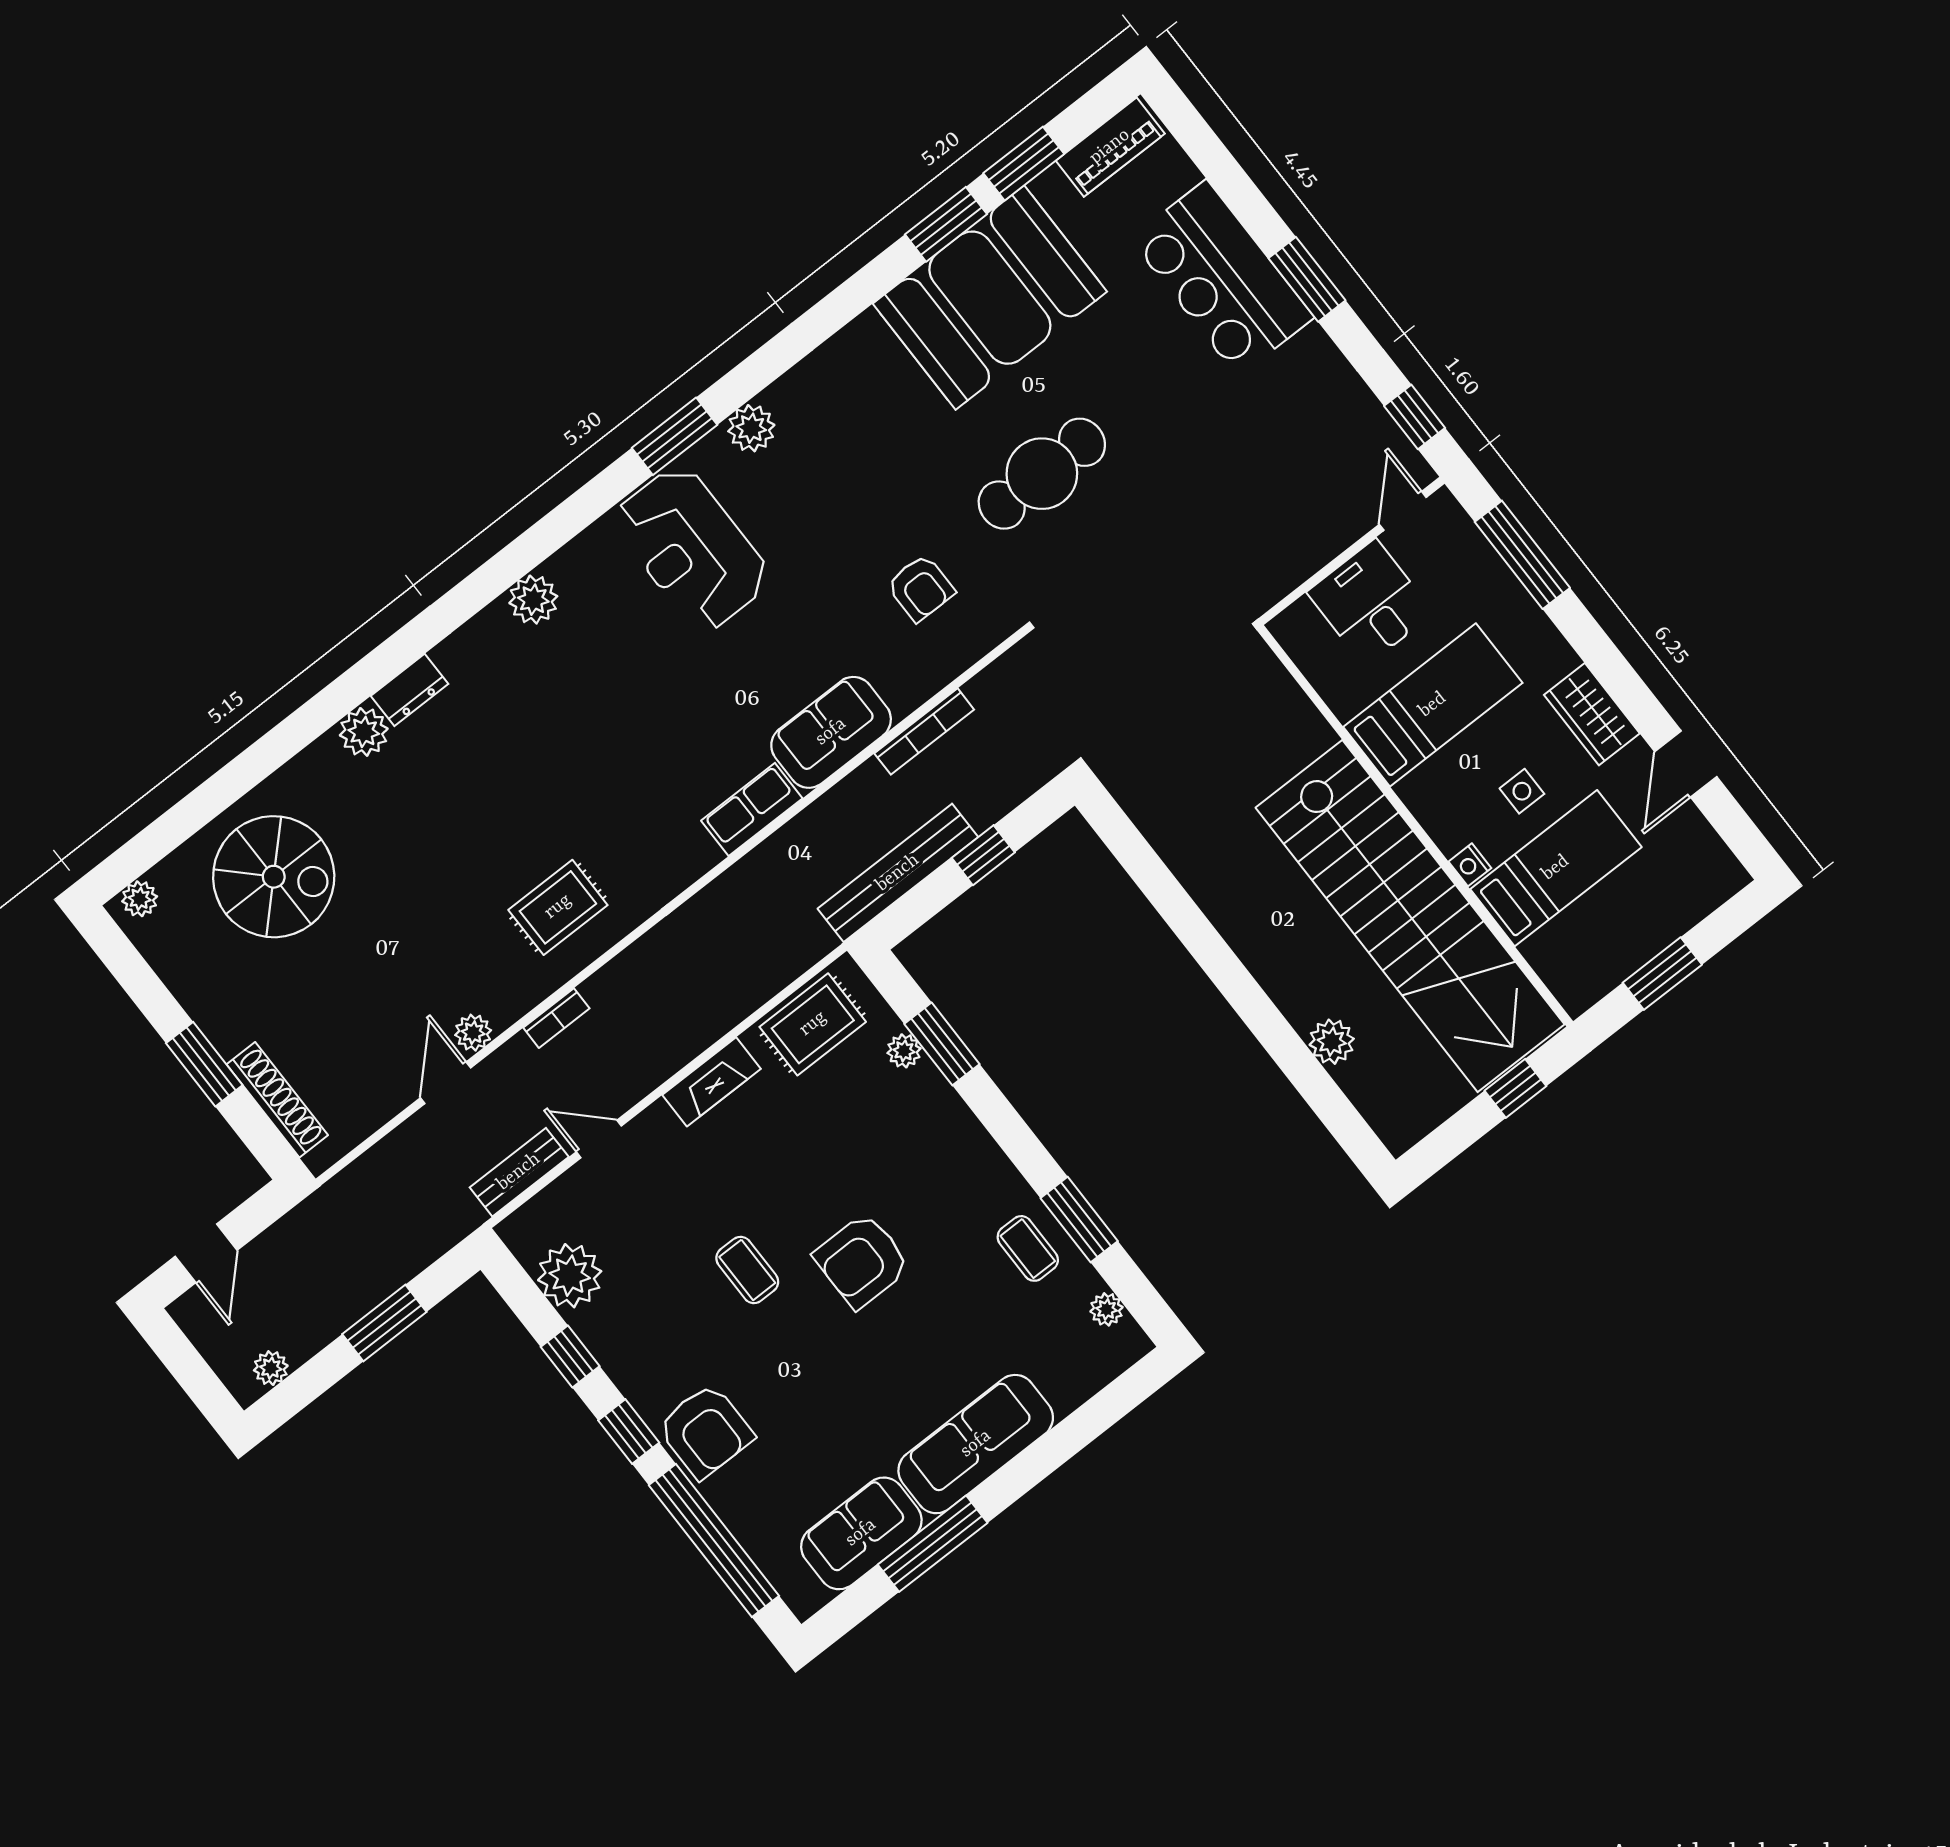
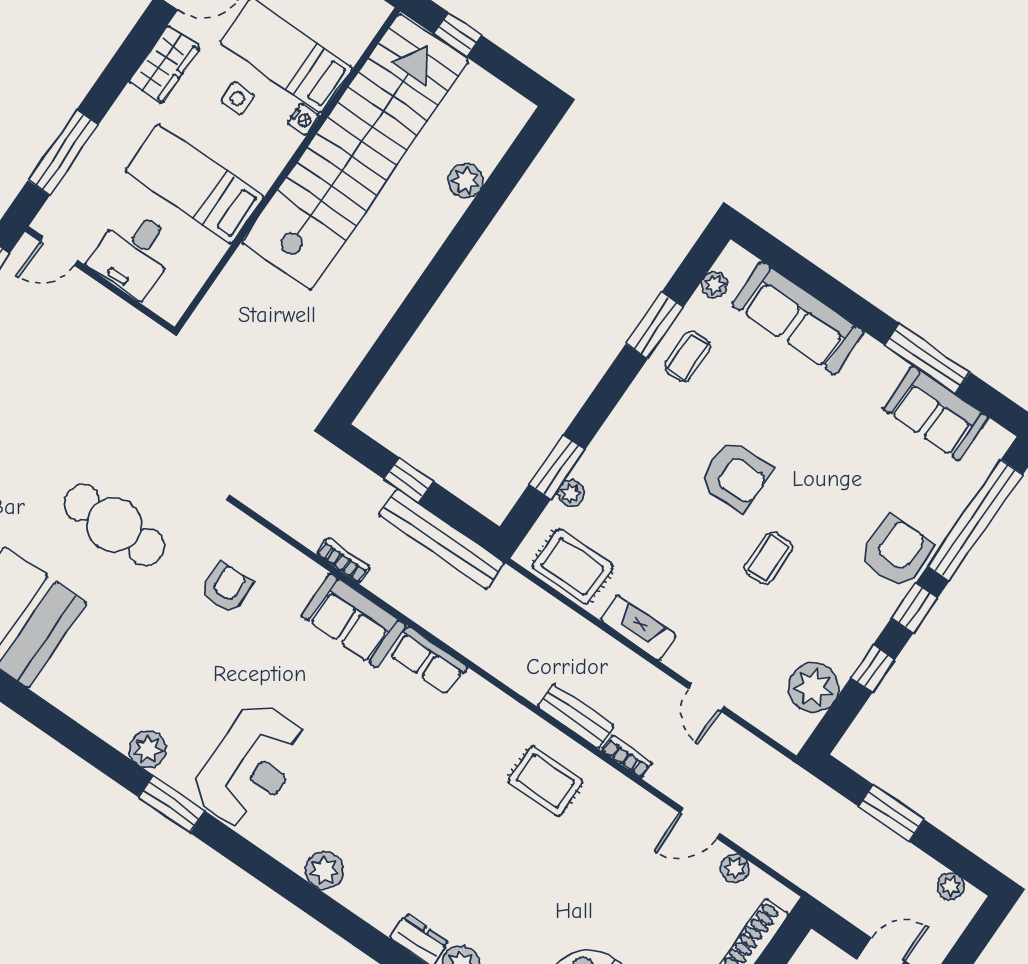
bookcase: (924, 731) -> (343, 560), width x0.64
plant: (473, 1033) -> (735, 868), moved
bench: (519, 1172) -> (576, 716), moved
sofa: (976, 1444) -> (798, 318), moved

